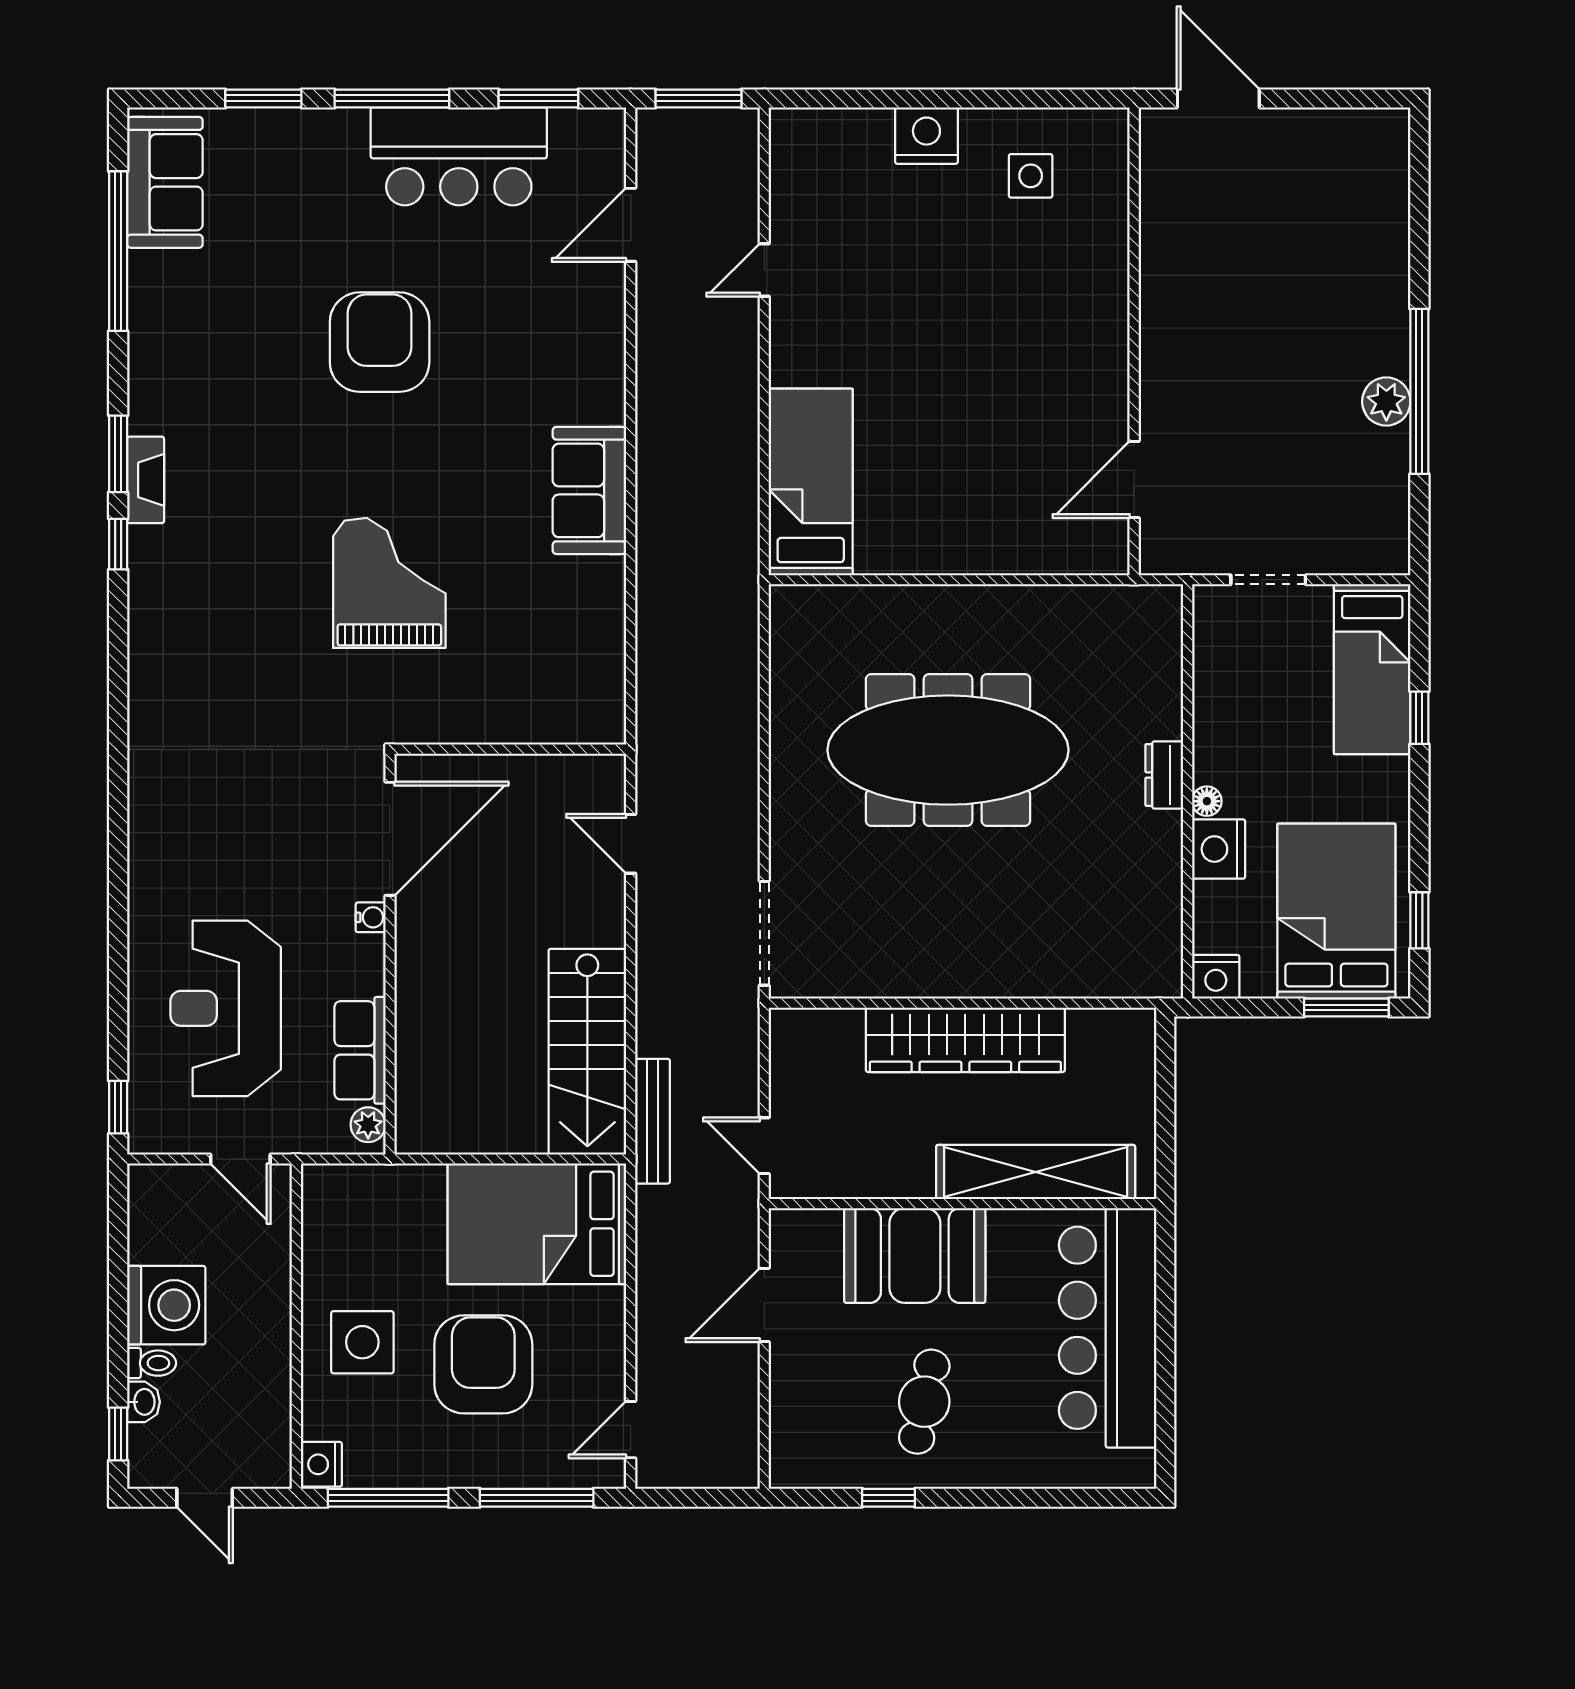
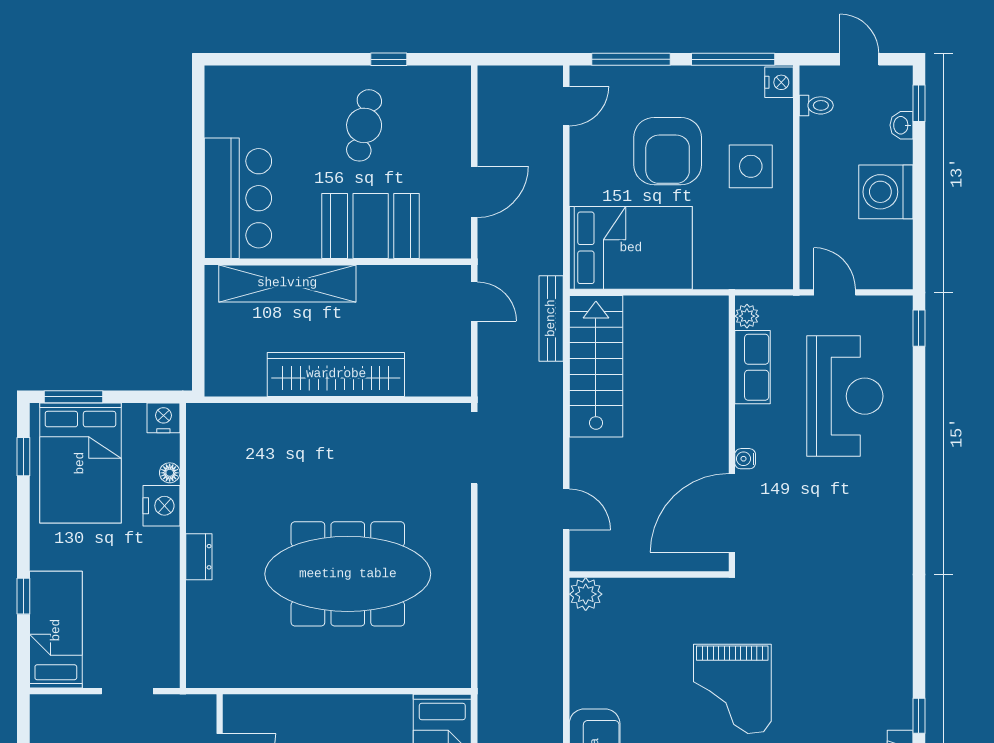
plant: (602, 721) -> (586, 594), added
floor lamp: (1207, 801) -> (170, 473), moved
bar counter: (1108, 1328) -> (238, 198), width x0.73
toilet: (152, 1363) -> (816, 105), moved, turned 180

